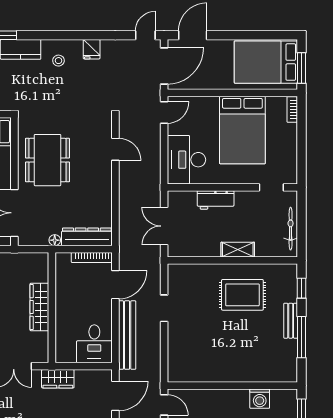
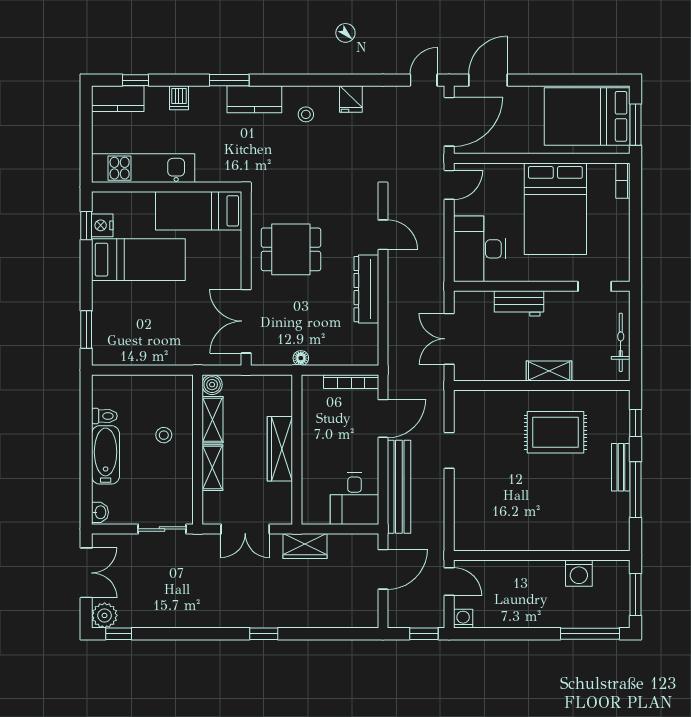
dining table: (47, 160) -> (291, 249), width x0.73
dresser: (87, 237) -> (366, 289), moved, turned -90

